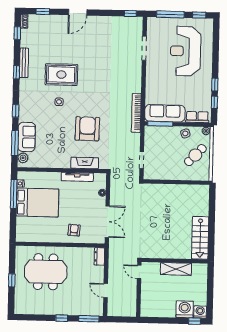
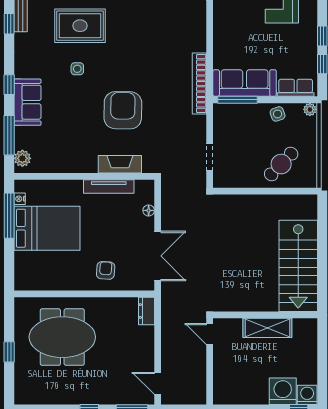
sofa: (27, 137) -> (27, 102), moved
cafe table: (195, 155) -> (281, 164), moved
stairs: (200, 238) -> (298, 266), width x1.36, depth x1.51
door: (106, 291) -> (158, 383), moved

